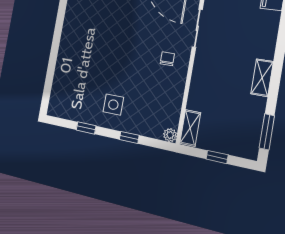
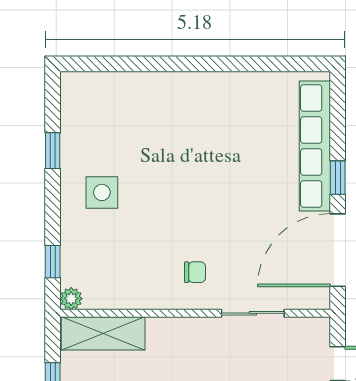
shelving: (190, 128) -> (103, 333), width x1.50, depth x1.33
window: (129, 137) -> (53, 262), moved

